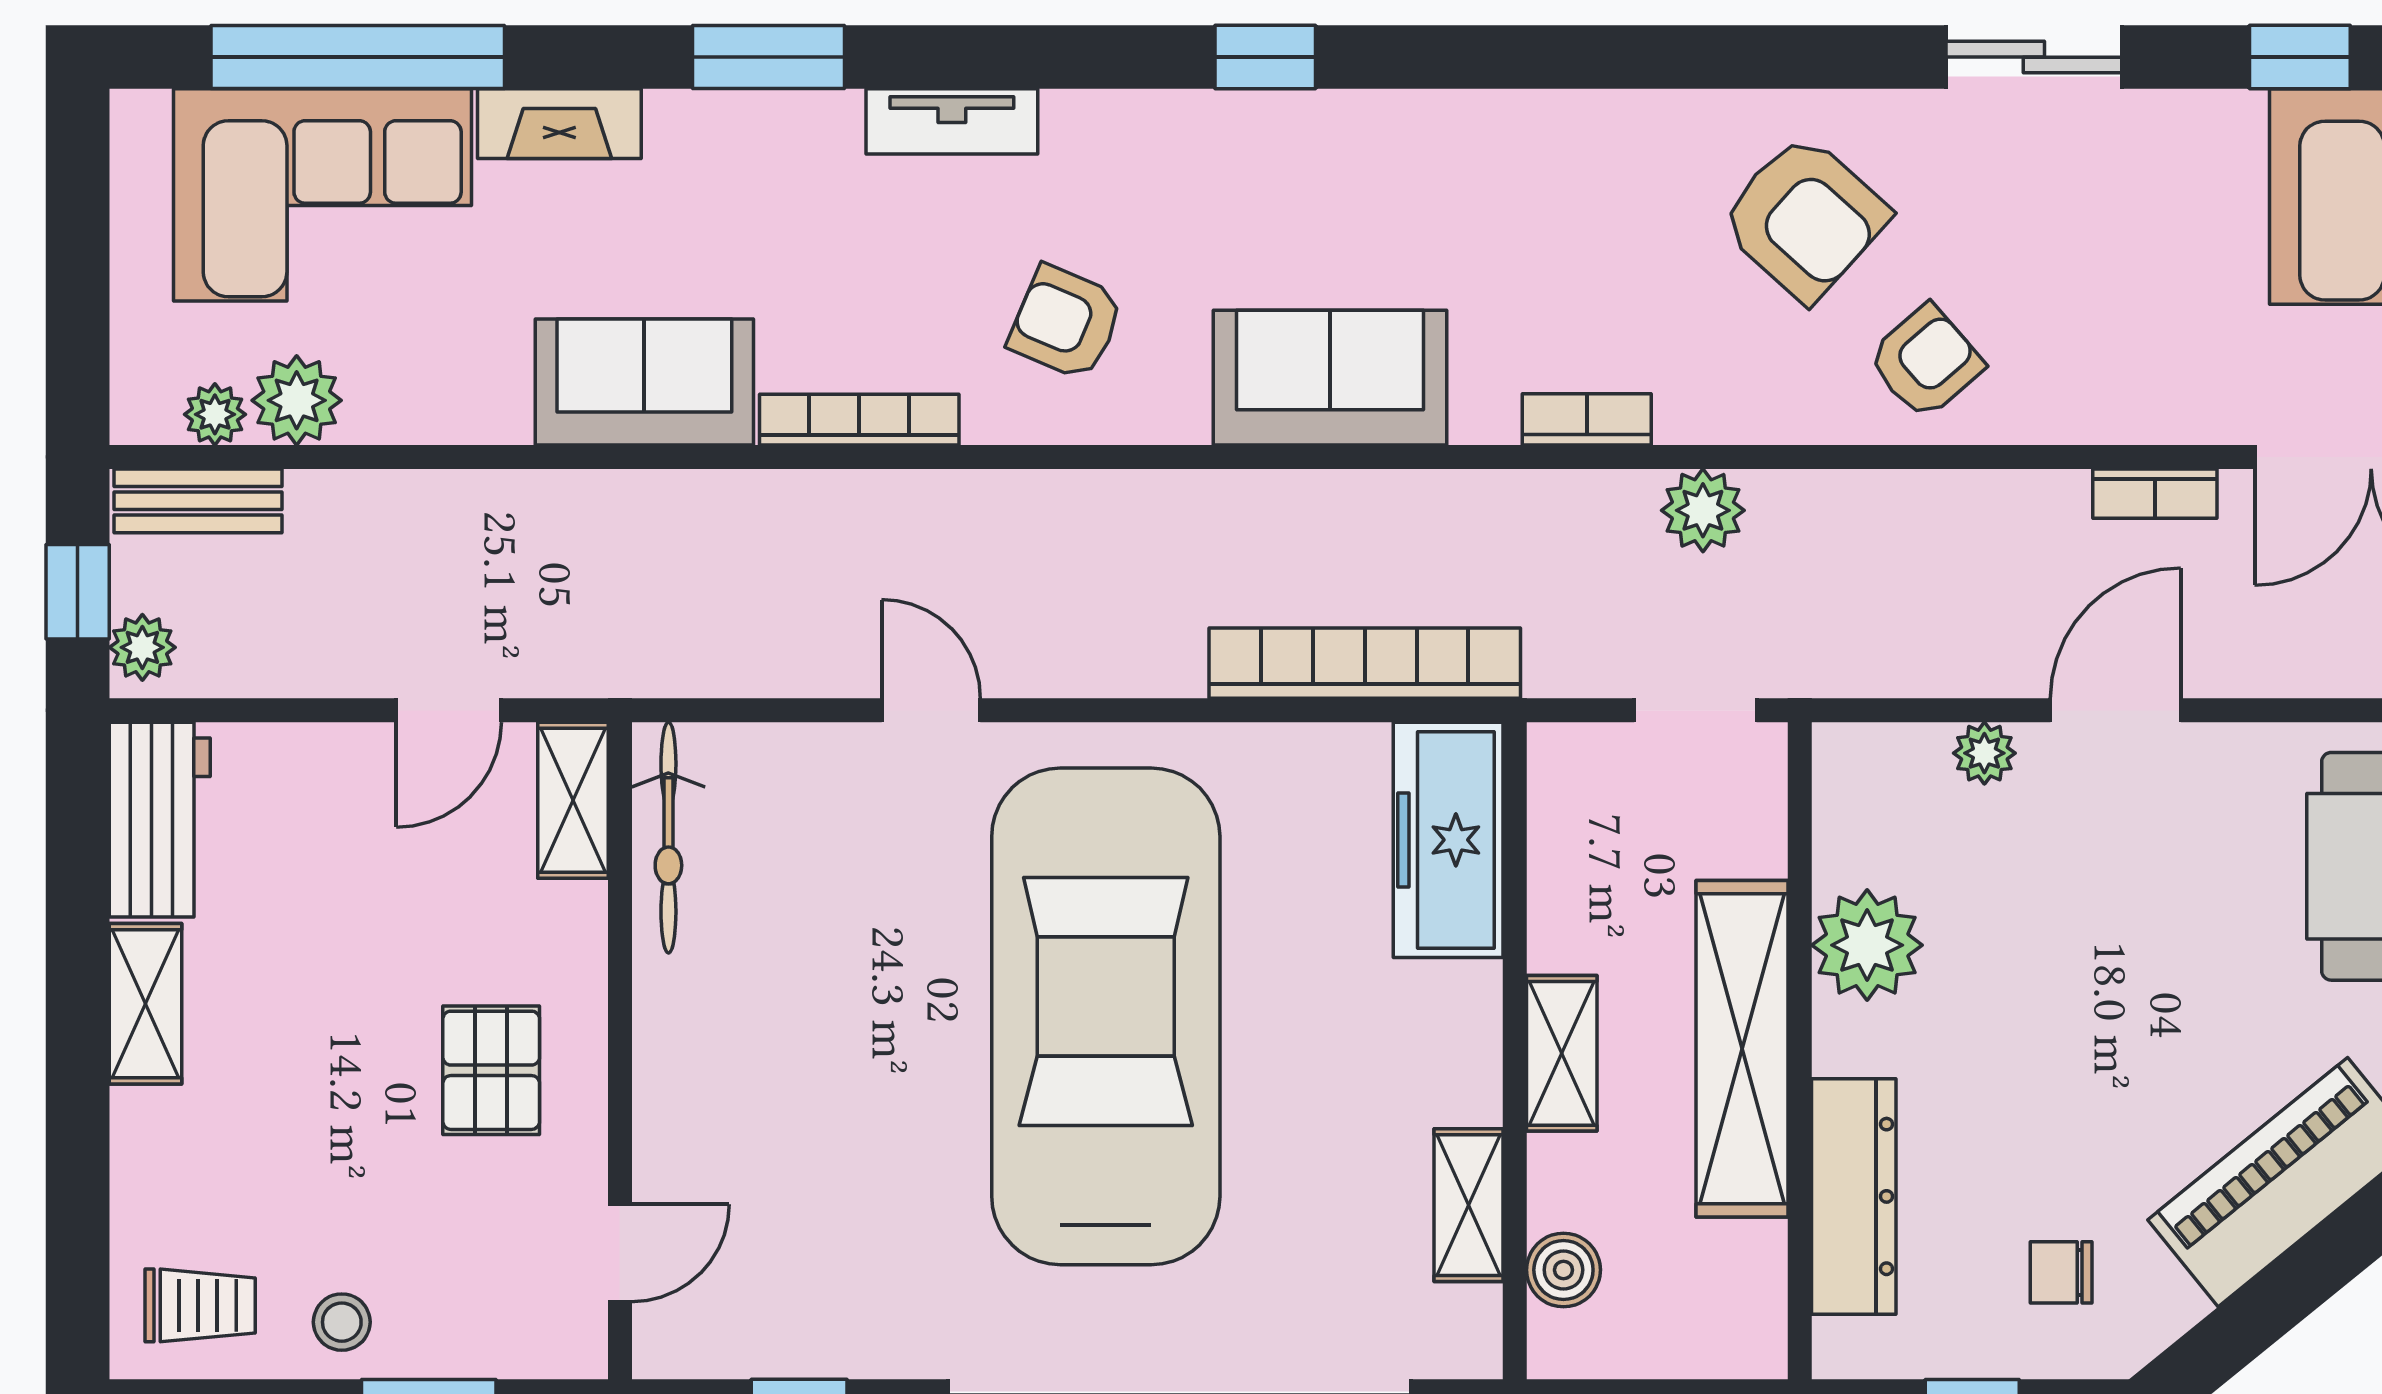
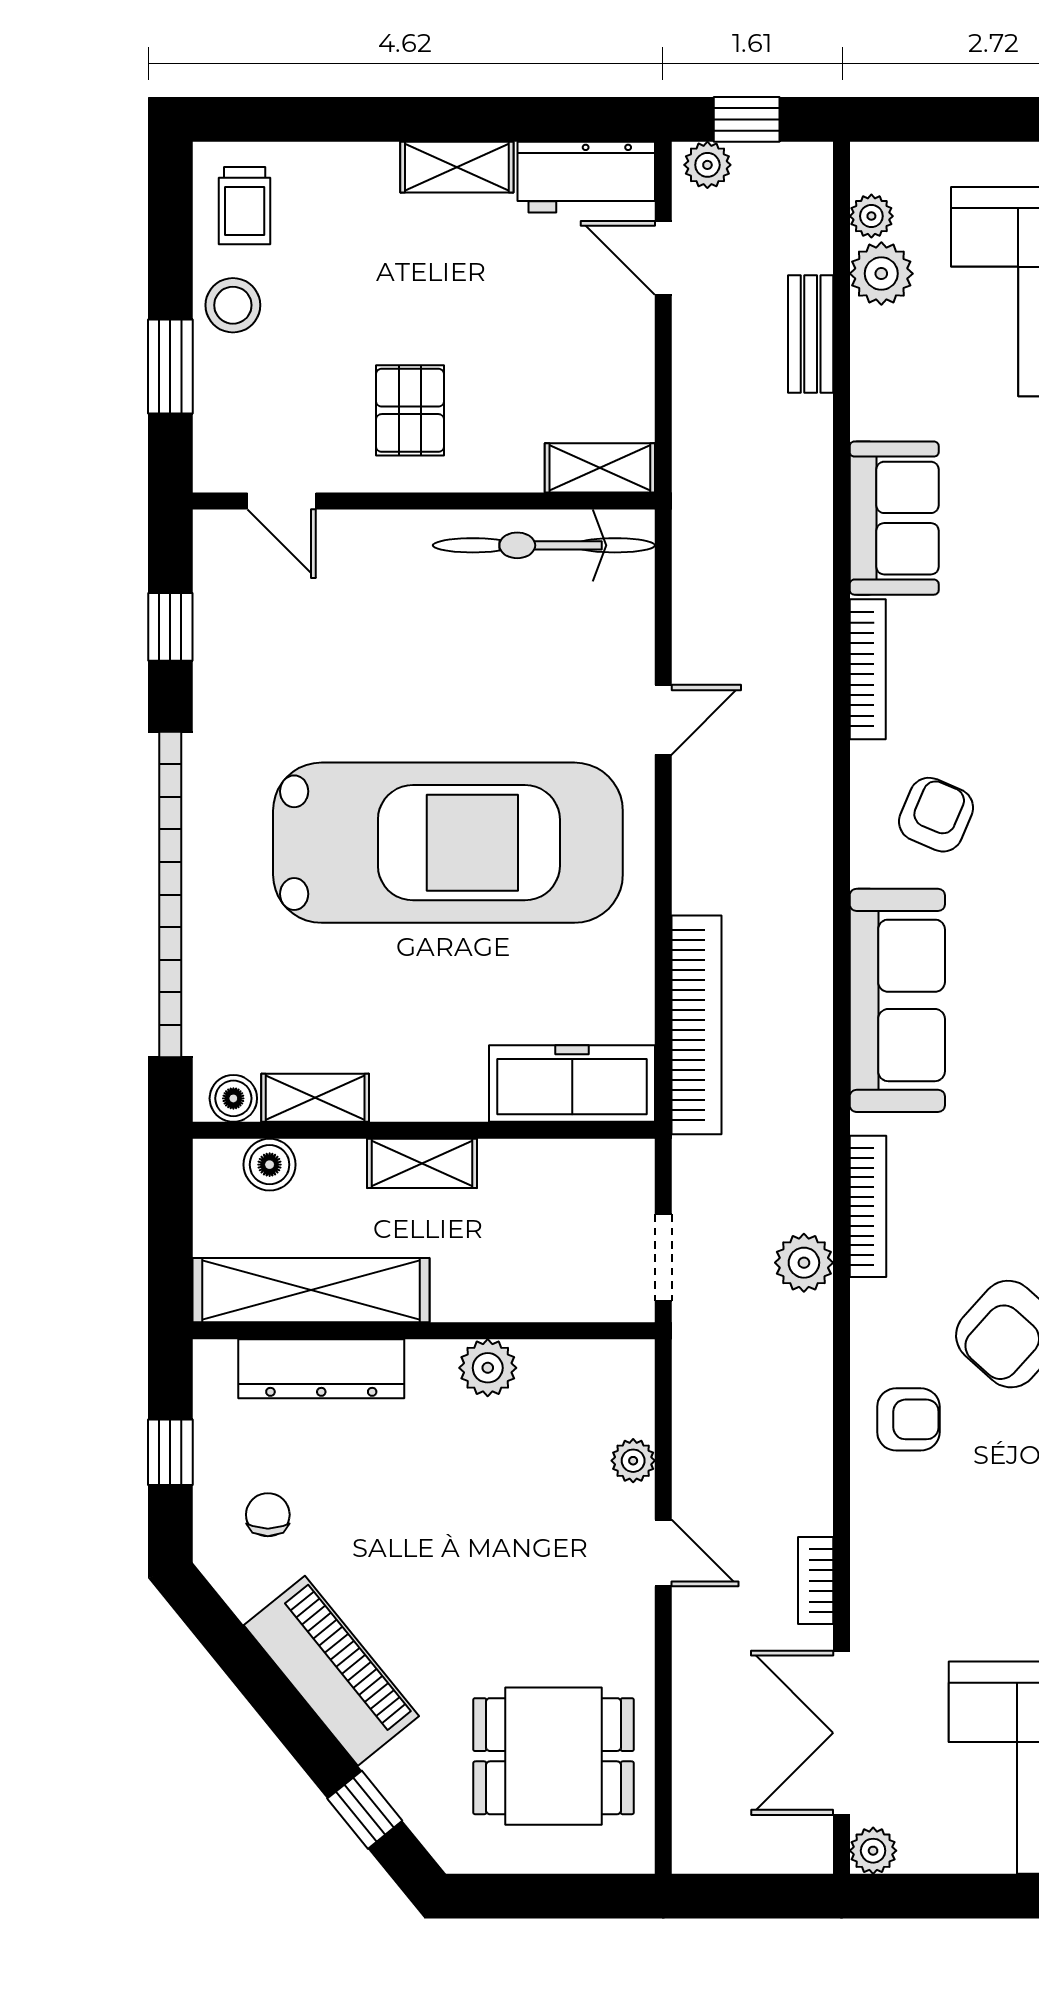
armchair: (1926, 362) -> (908, 1419), turned -49
sofa: (1330, 378) -> (897, 1000), width x1.36
bookcase: (1587, 419) -> (868, 1206), width x1.56
bench: (198, 501) -> (811, 334), moved
door: (449, 710) -> (663, 258), moved
door: (2116, 710) -> (663, 1553), width x0.73
bicycle: (668, 838) -> (544, 545), width x1.37, depth x1.40
plant: (1867, 945) -> (488, 1368), width x0.73, depth x0.73
shelving: (1742, 1049) -> (311, 1290), moved
pallet: (491, 1070) -> (410, 410), turned 90
boiler: (1469, 1321) -> (233, 1098), added
stool: (342, 1322) -> (233, 305), width x1.37, depth x1.37

